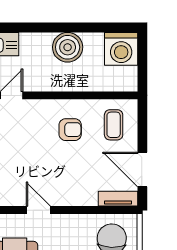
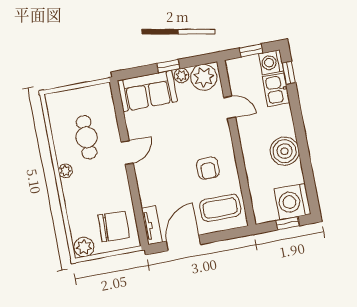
window: (142, 58) -> (288, 223), added
coffee table: (114, 125) -> (220, 208), width x1.36, depth x1.30

